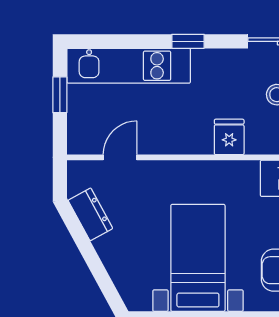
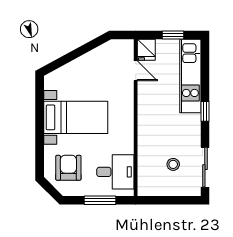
fridge: (229, 137) -> (146, 50), moved, turned 90
dresser: (90, 214) -> (102, 53), removed

